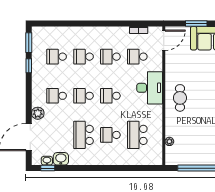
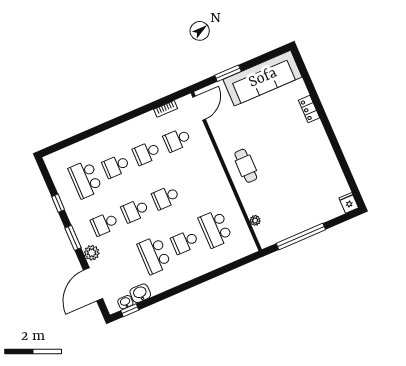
window: (29, 43) -> (73, 238), moved
school desk: (57, 57) -> (85, 179), width x1.85
desk: (150, 88) -> (206, 169), removed

